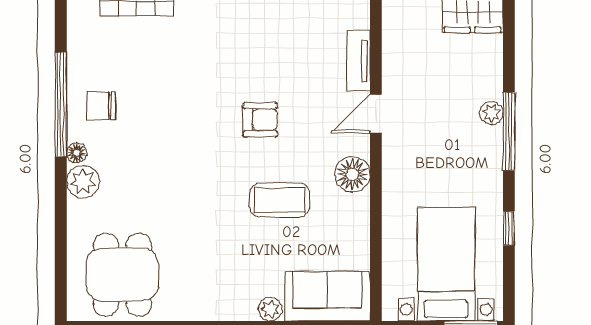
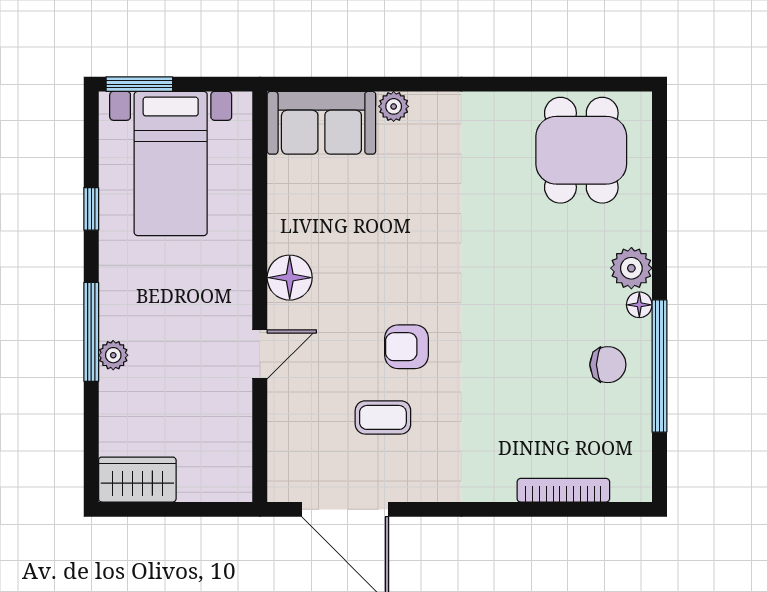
tv unit: (358, 61) -> (282, 422), removed
coffee table: (280, 200) -> (383, 417), moved, width x0.73, depth x0.77

